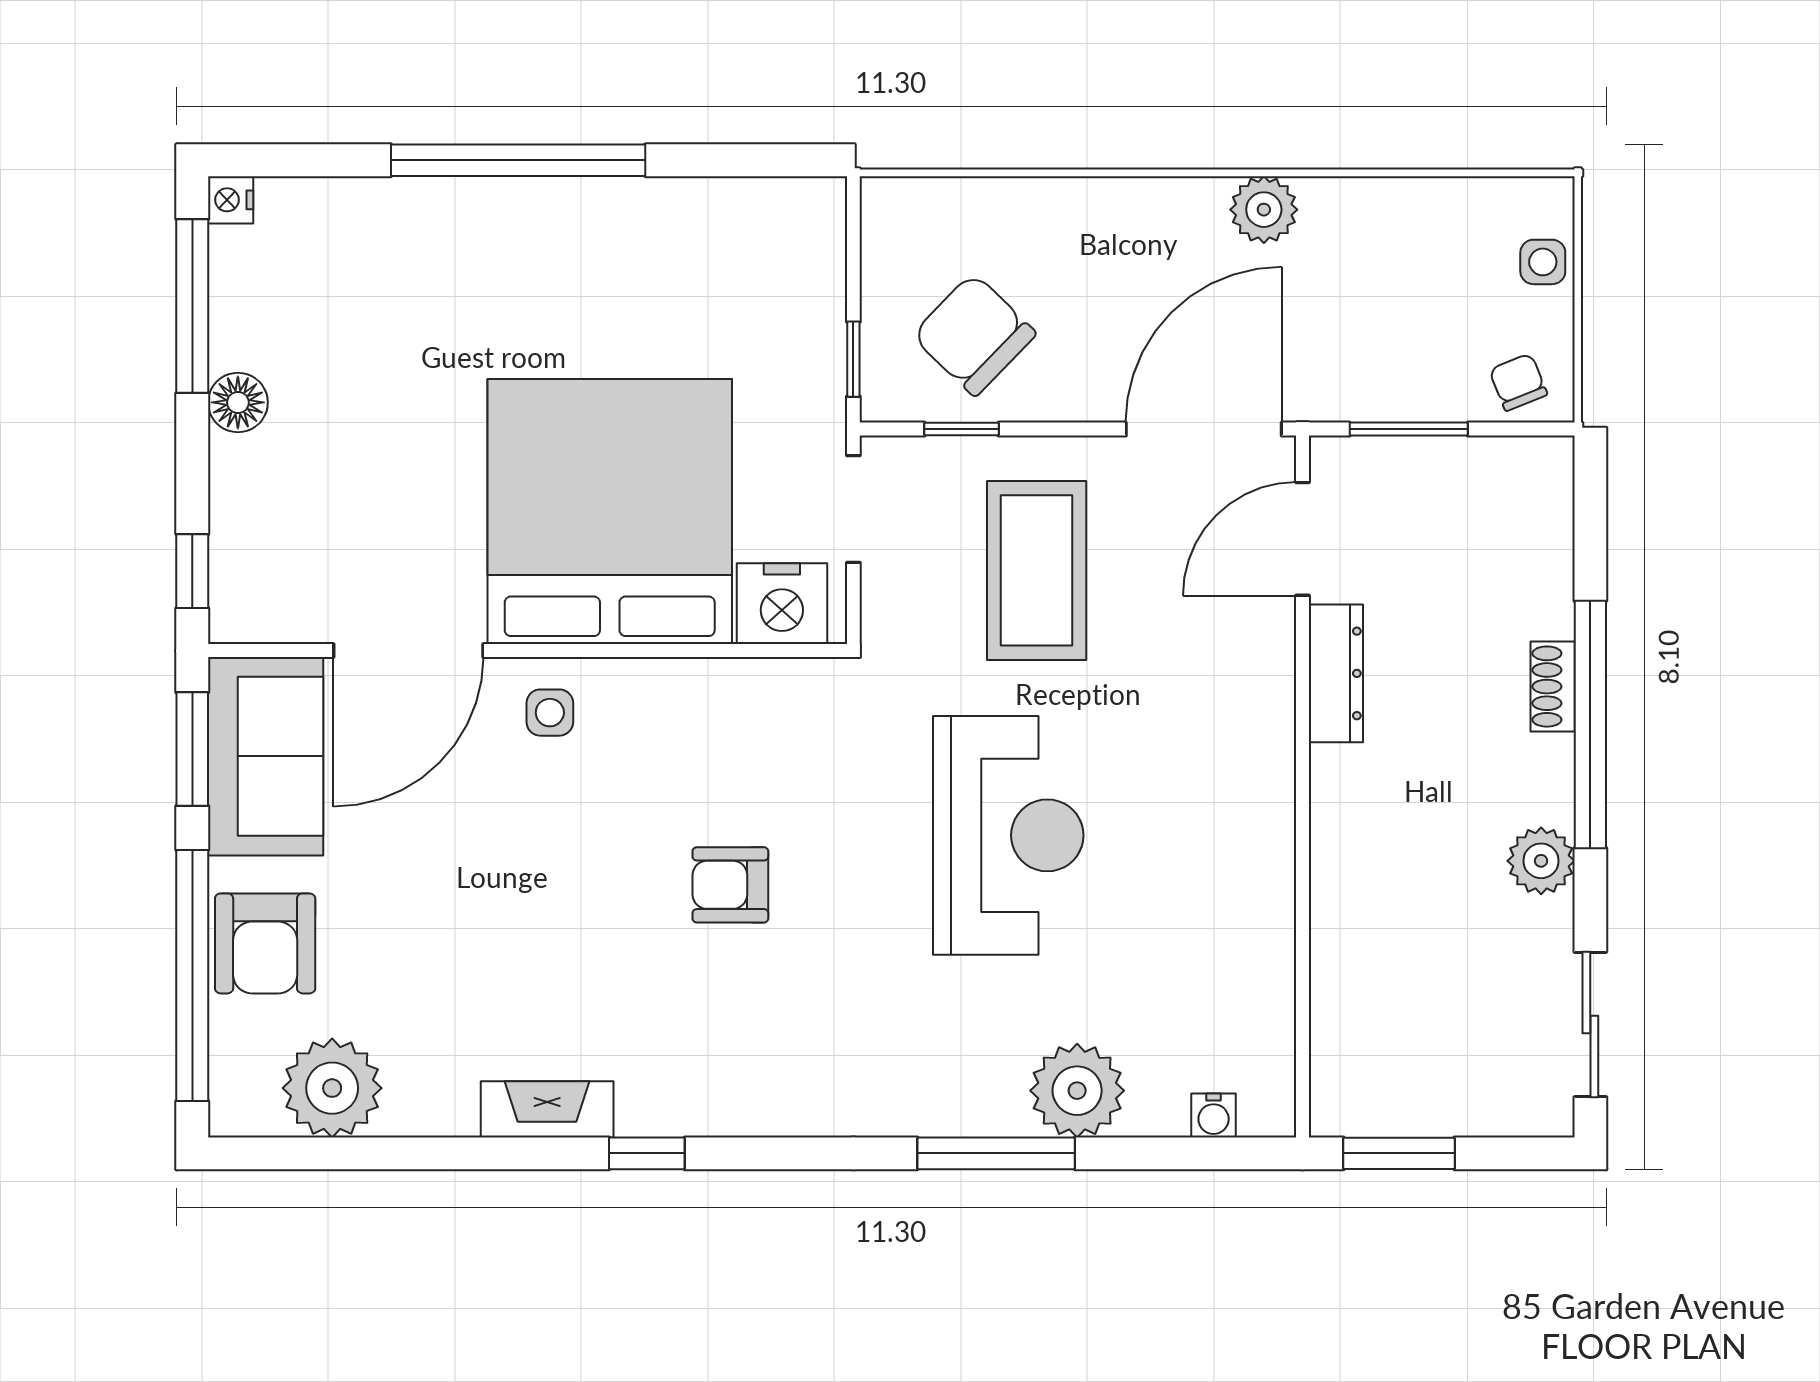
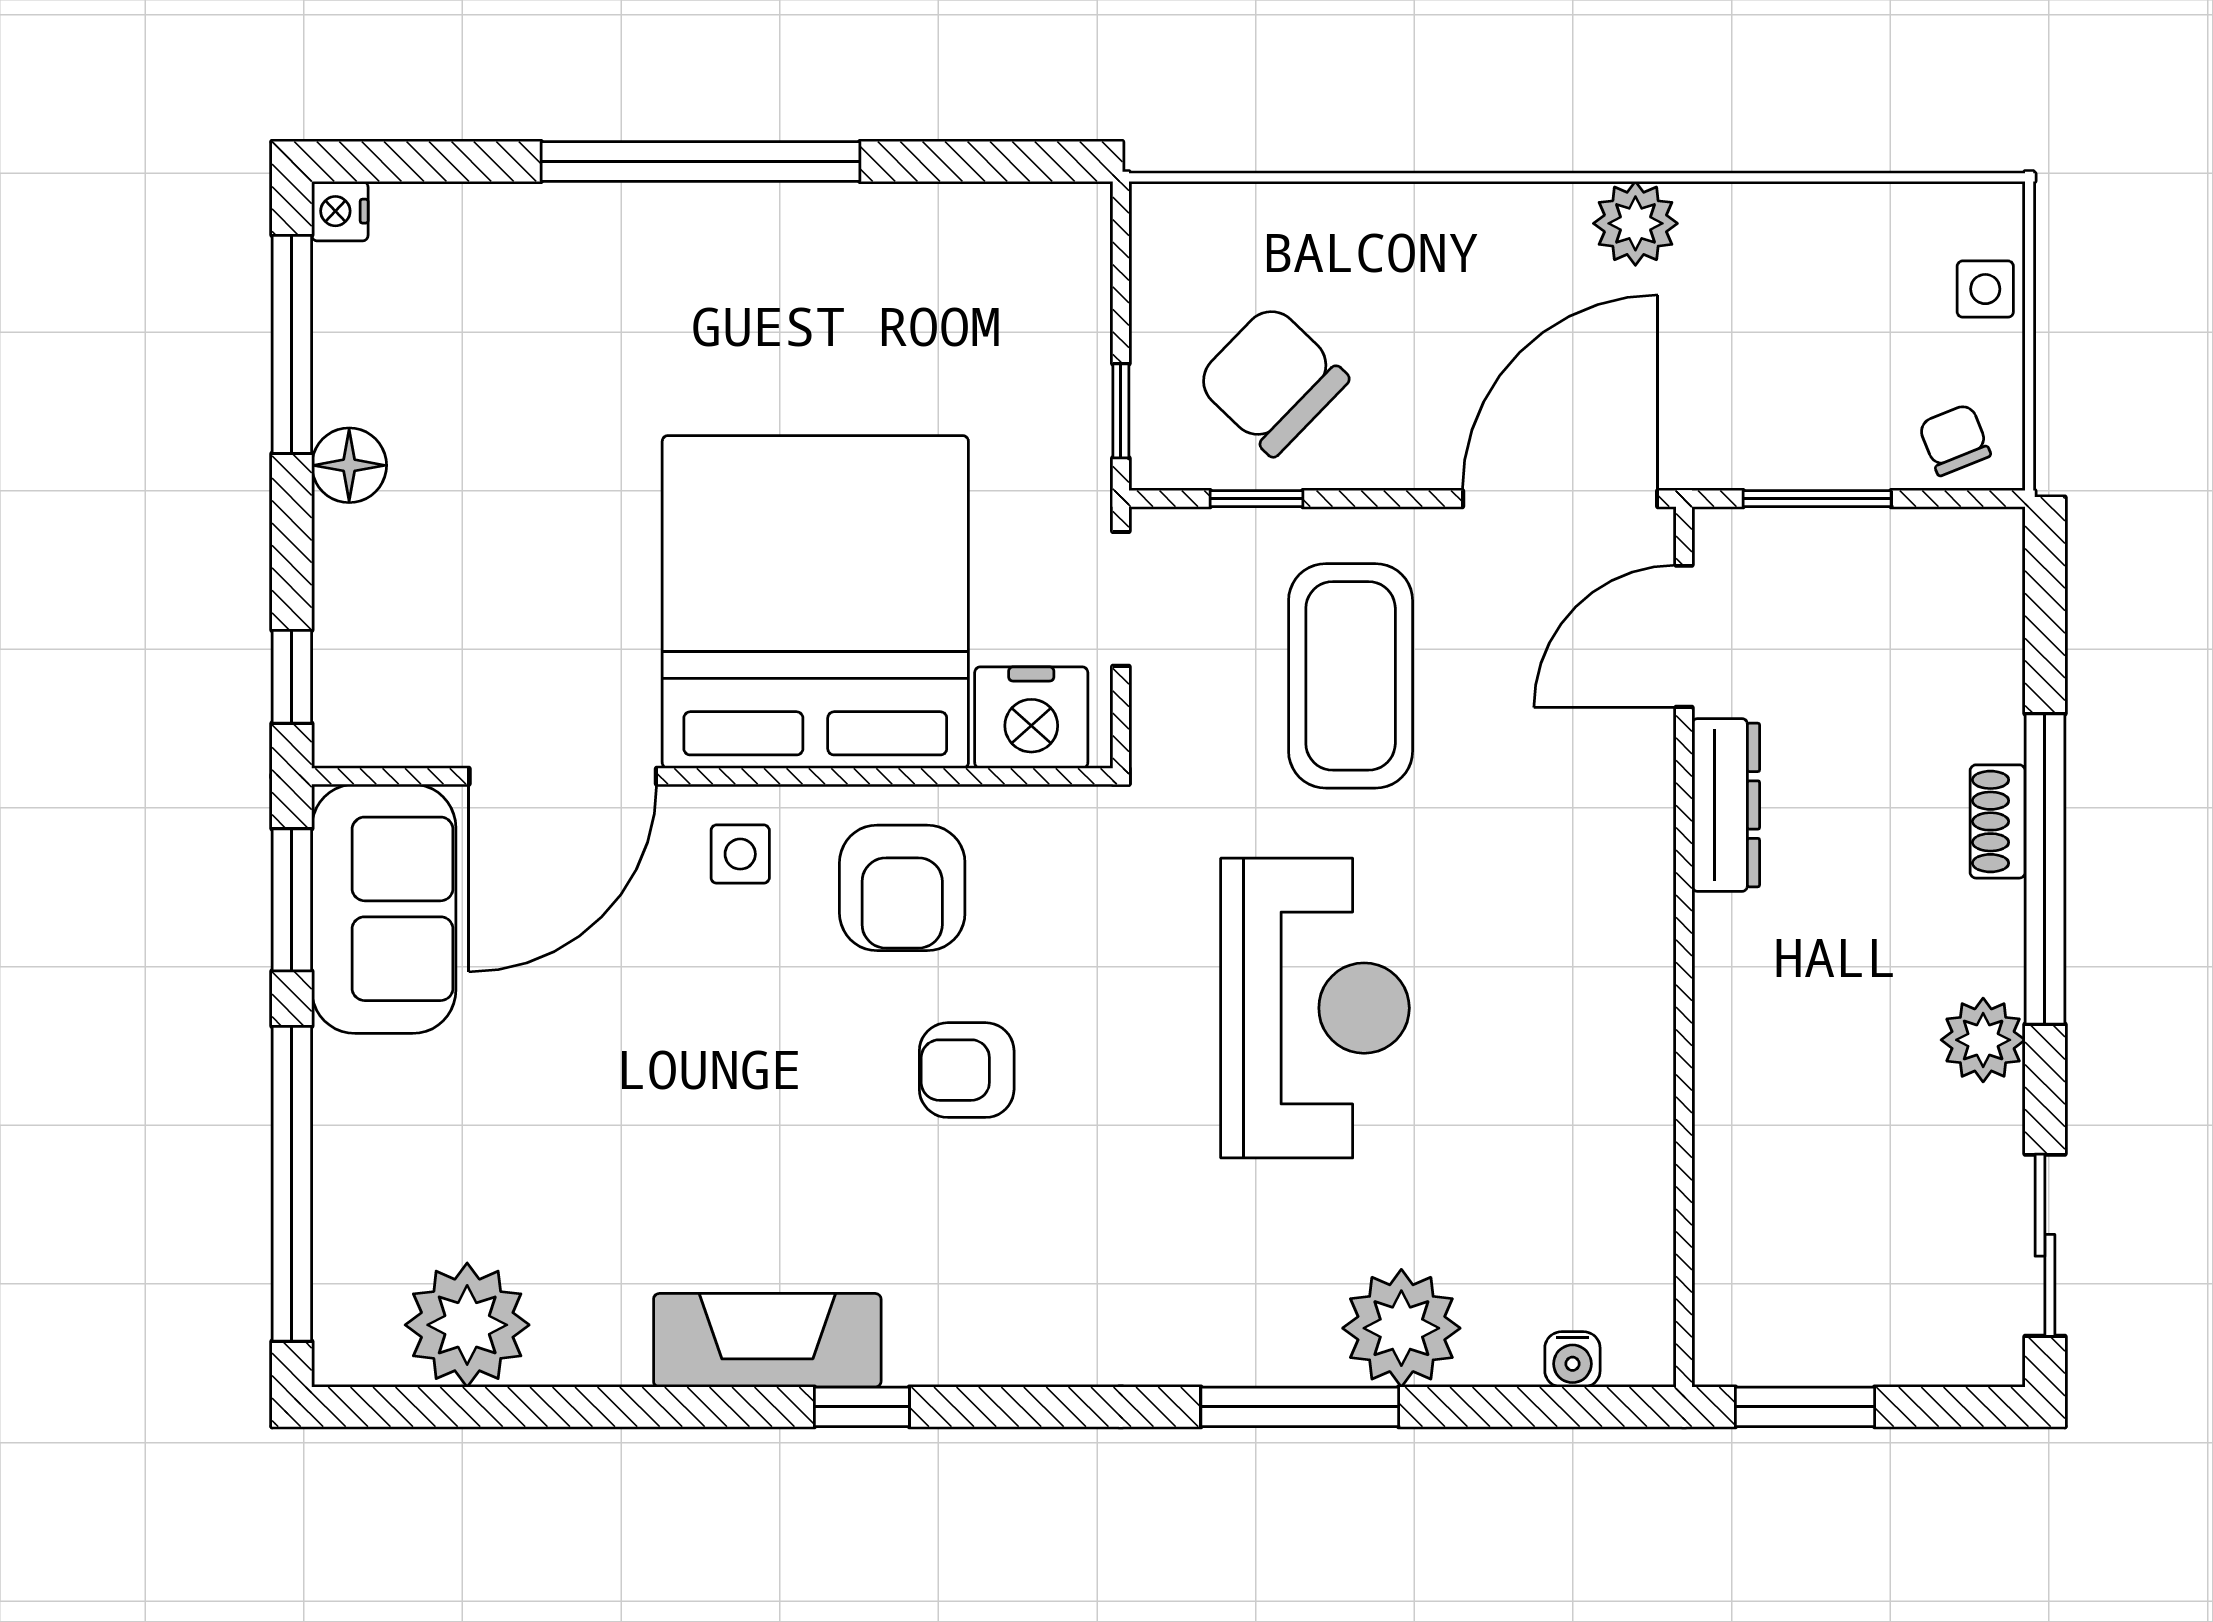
armchair: (265, 943) -> (902, 888), moved
fireplace: (547, 1109) -> (767, 1340), width x1.37, depth x1.32

